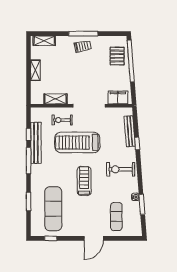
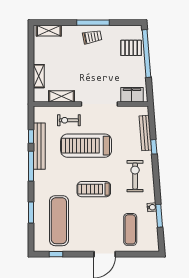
pallet: (117, 56) -> (131, 48), turned 90
shelving: (35, 70) -> (39, 76), moved
exercise bike: (121, 169) -> (135, 176), turned 90
treadmill: (84, 181) -> (94, 189), turned -90

